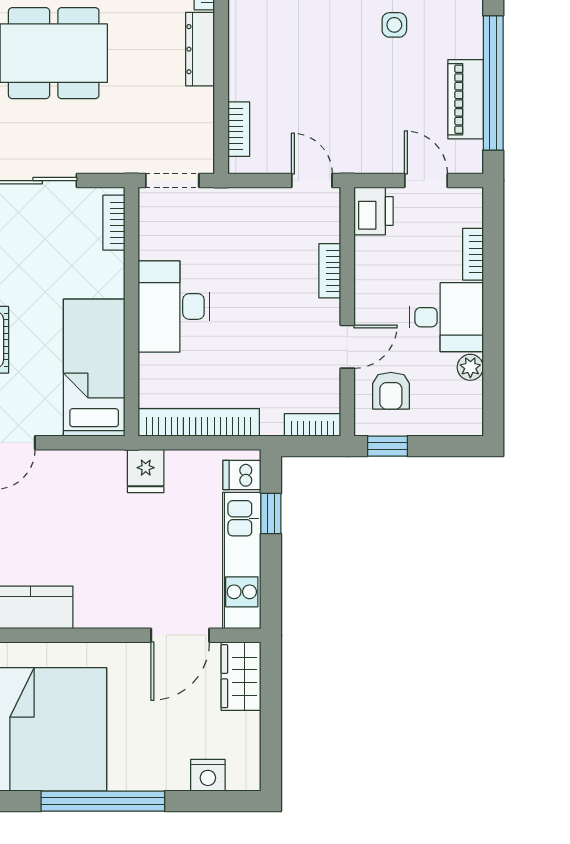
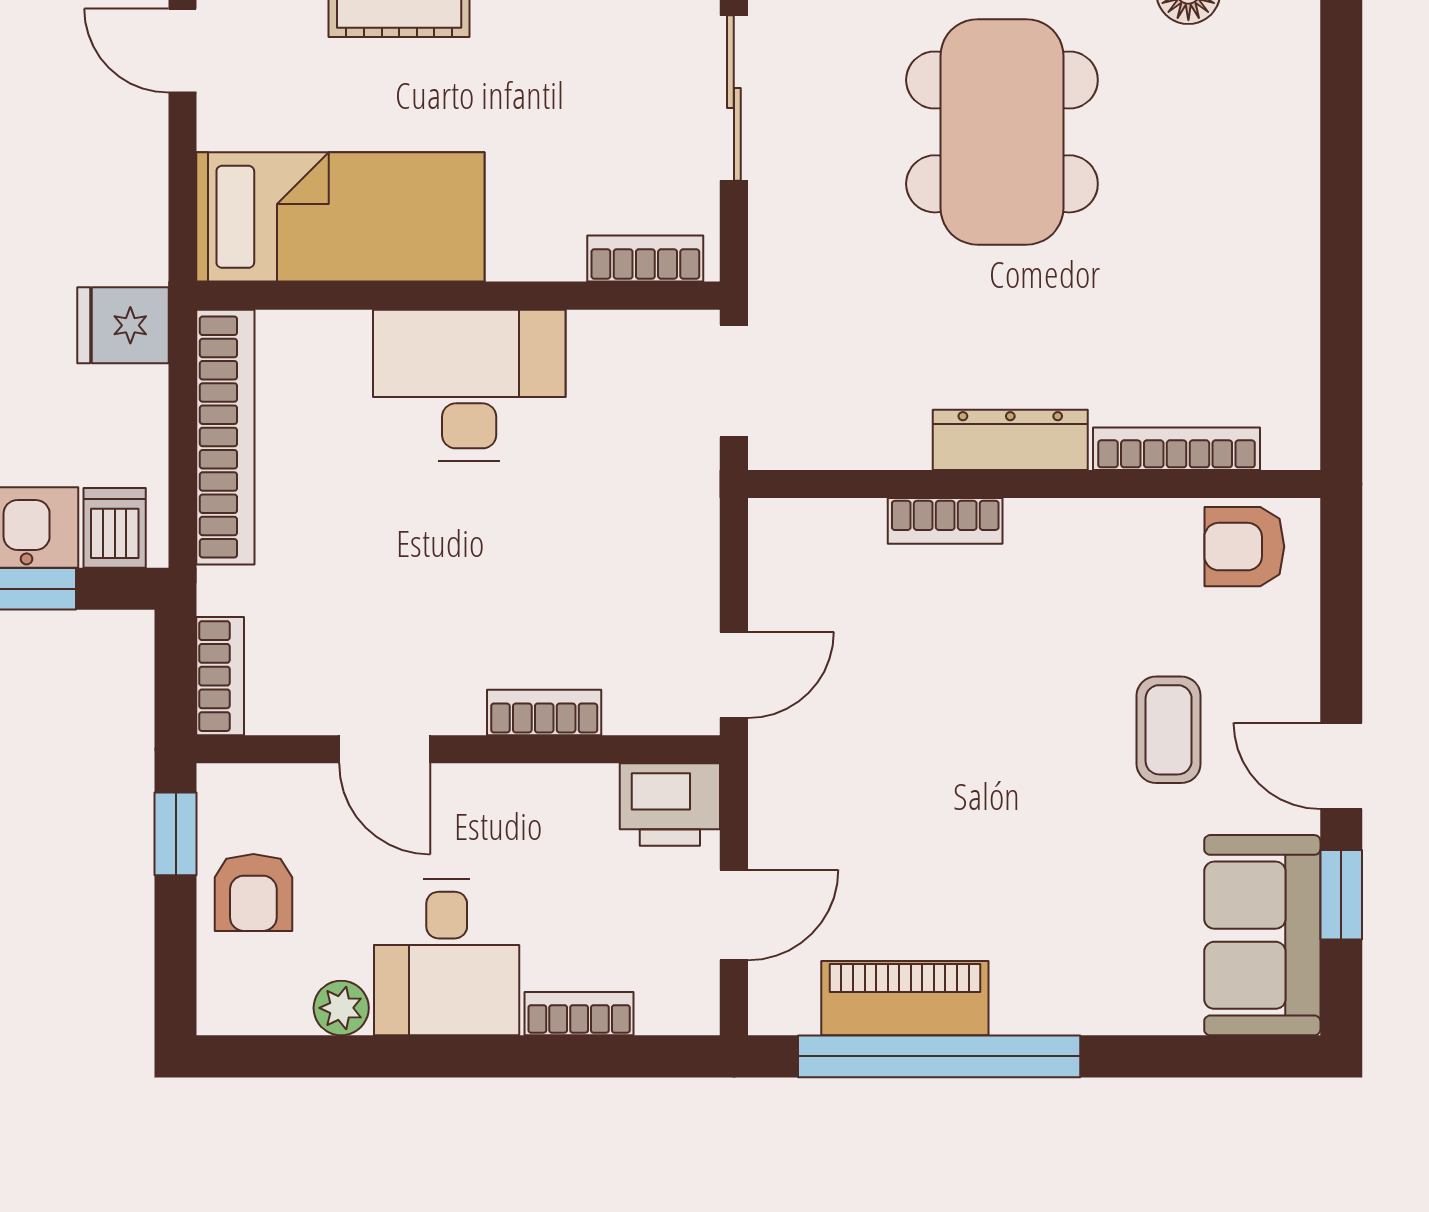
side table: (394, 25) -> (1061, 848), removed
bookcase: (239, 129) -> (945, 521), moved
armchair: (391, 391) -> (253, 893), moved, turned -90

